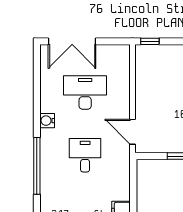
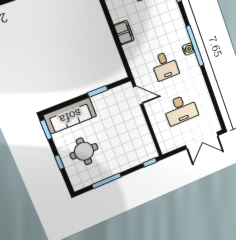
double door: (72, 41) -> (202, 140), swing flipped
water cooler: (47, 121) -> (188, 49), moved

